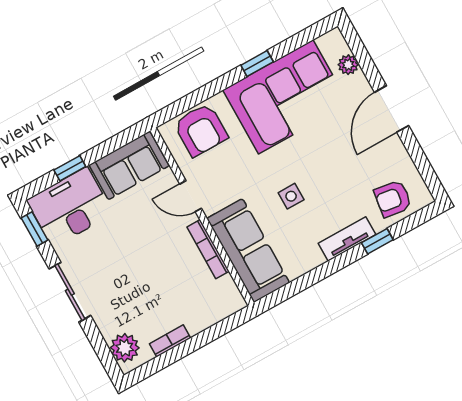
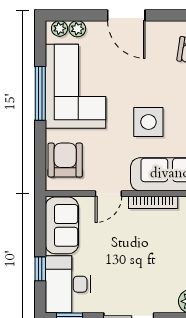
plant: (338, 45) -> (60, 28), added
window: (257, 64) -> (40, 93), width x2.17
armchair: (201, 130) -> (65, 160), turned -90
side table: (291, 196) -> (148, 122), width x1.87, depth x1.87

